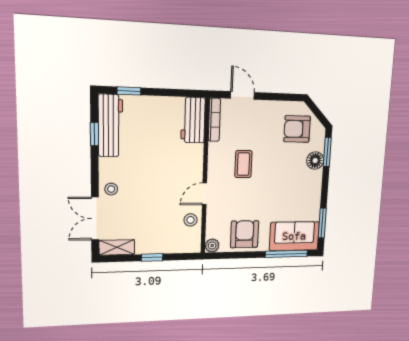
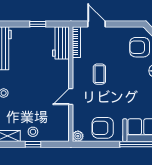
window: (129, 91) -> (38, 24), moved
stool: (191, 220) -> (33, 132), moved
armchair: (245, 234) -> (103, 128), turned -90

